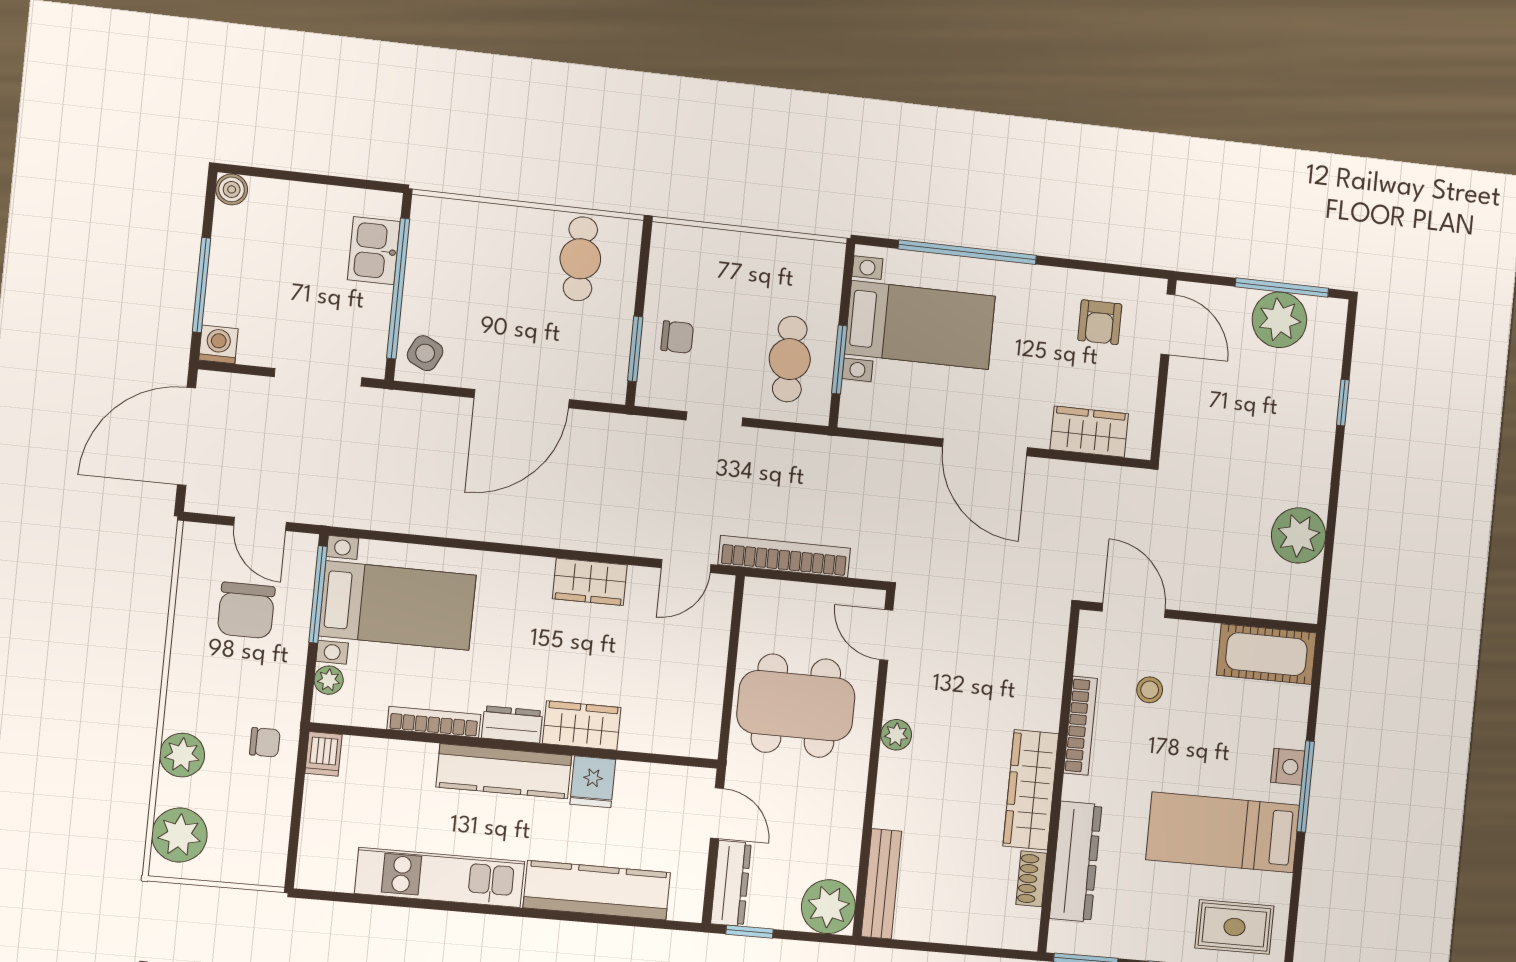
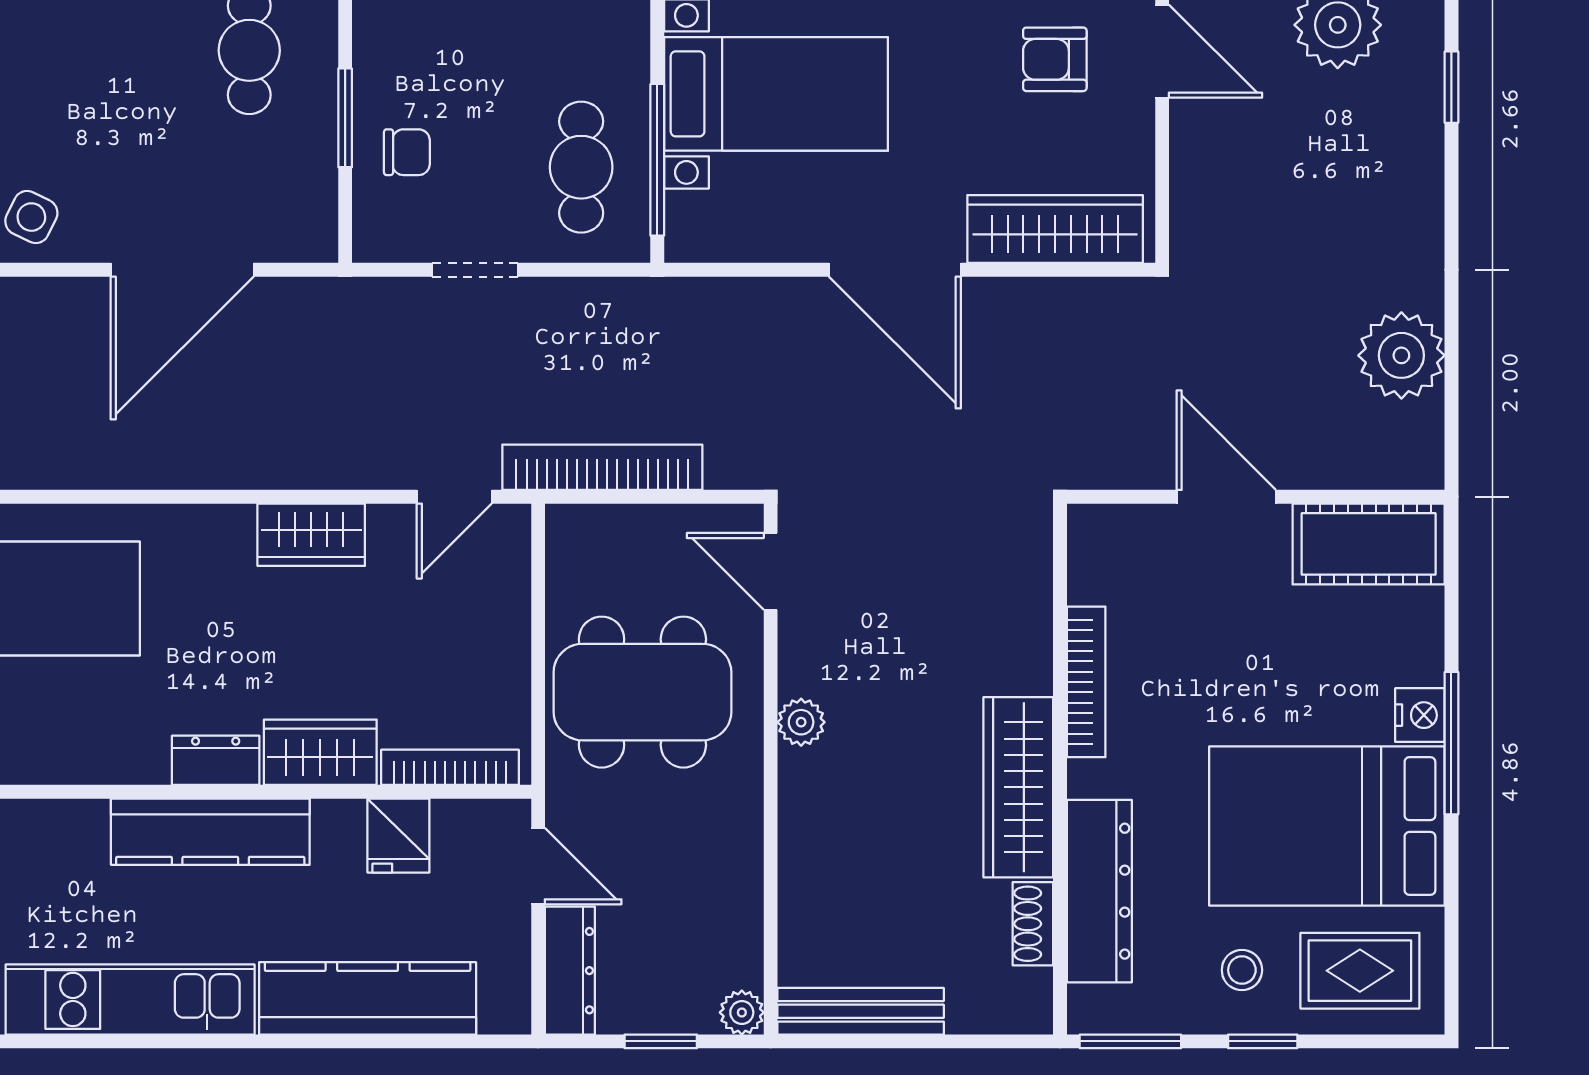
armchair: (1100, 322) -> (1055, 59), turned 90
window: (635, 349) -> (345, 118), moved
window: (839, 360) -> (657, 160), width x1.44
window: (1343, 403) -> (1451, 87), moved
wardrobe: (1089, 432) -> (1055, 229), width x1.50
door: (1134, 610) -> (1226, 497), moved
stool: (1150, 690) -> (1242, 970), moved
bookcase: (434, 722) -> (450, 767), moved
fridge: (593, 782) -> (398, 836), moved
bed: (1223, 832) -> (1327, 826), width x1.50
bench: (881, 884) -> (861, 1011), moved, turned 90
plant: (828, 907) -> (742, 1012), width x0.53, depth x0.53
window: (750, 932) -> (661, 1041), moved

